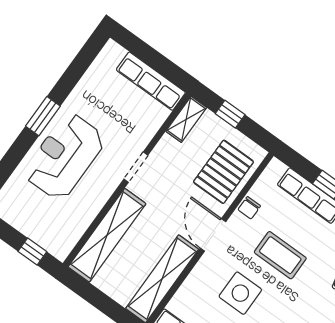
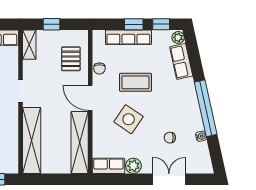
pallet: (223, 172) -> (71, 59), width x0.67, depth x0.71
side table: (240, 293) -> (129, 119), turned 34

